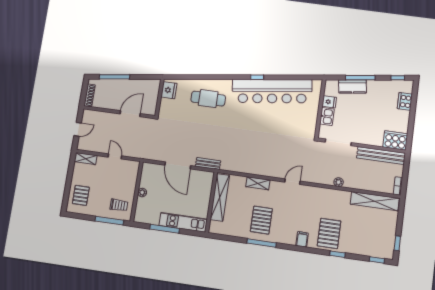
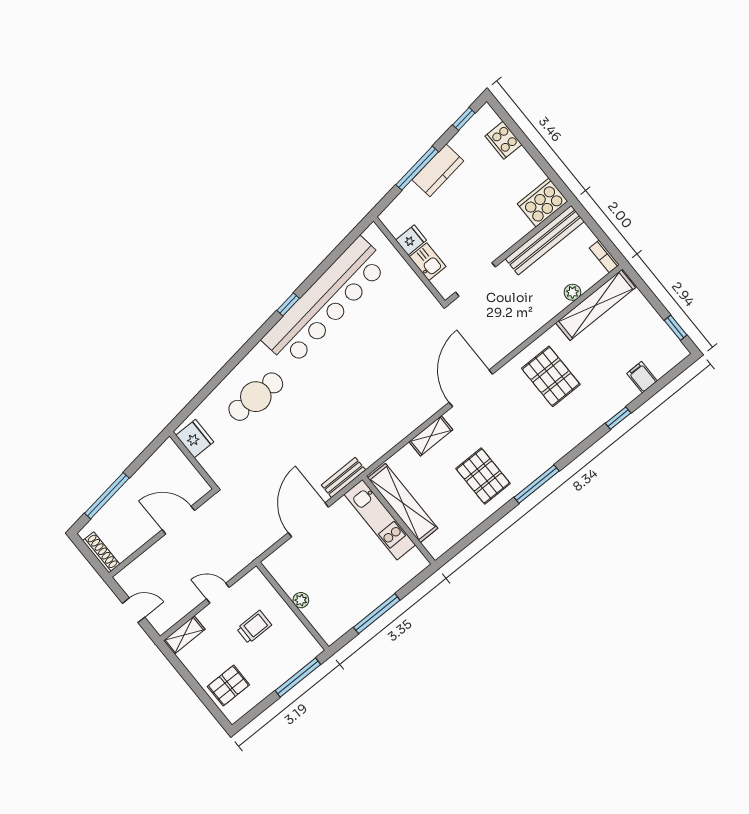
kitchen counter: (353, 87) -> (438, 170), moved
door: (130, 114) -> (178, 520), hinge flipped
door: (78, 129) -> (134, 610), hinge flipped
door: (178, 165) -> (308, 520), swing flipped
door: (292, 182) -> (471, 388), width x1.87
plant: (339, 182) -> (572, 292), moved
pallet: (81, 195) -> (228, 686), turned 90
trolley: (119, 205) -> (254, 627), moved
kitchen unit: (183, 222) -> (380, 520), moved, turned -90
pallet: (329, 233) -> (551, 376), moved
filing cabinet: (302, 239) -> (642, 377), moved
window: (262, 243) -> (537, 484), moved
window: (377, 260) -> (672, 374), removed

